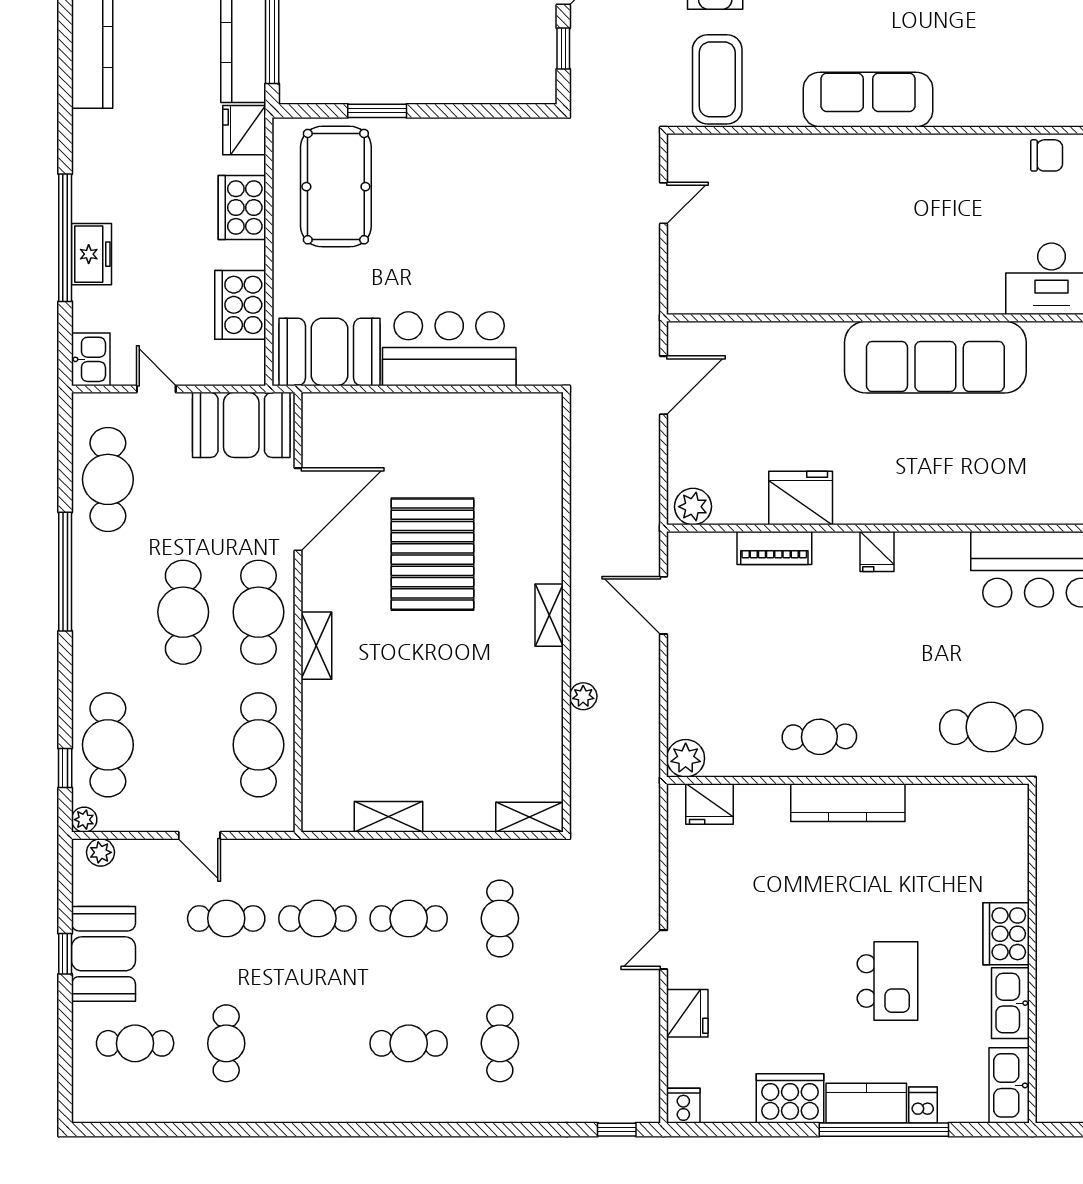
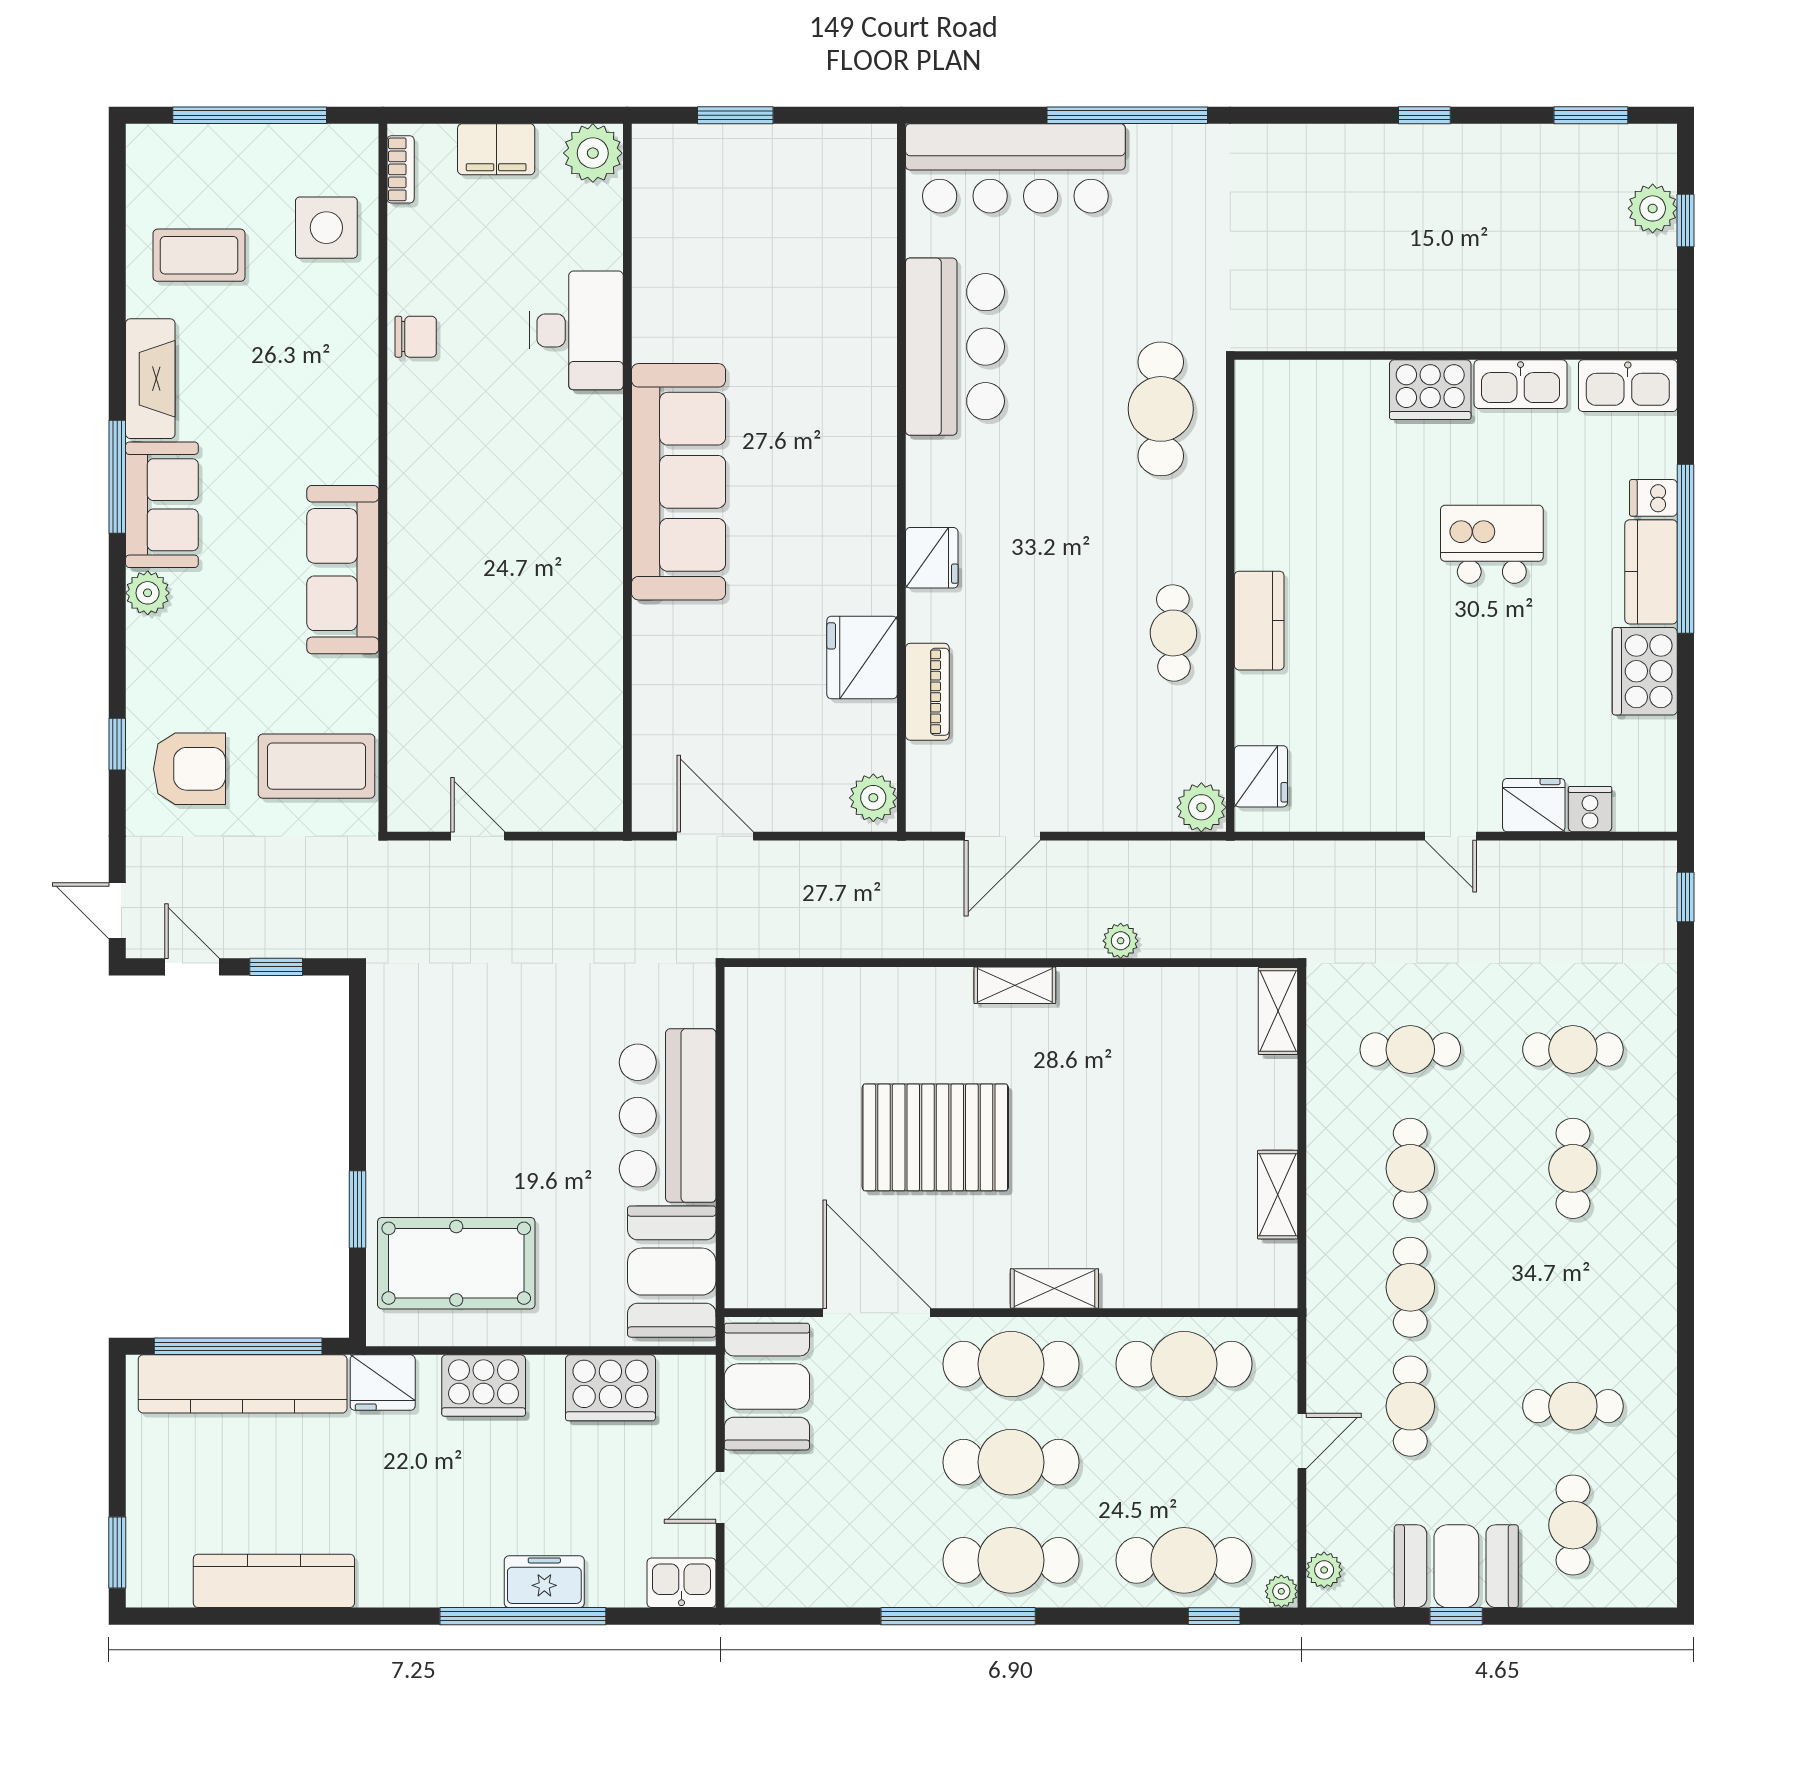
chair: (1047, 155) -> (416, 337), turned 90
cafe table: (108, 479) -> (1011, 1560), moved
fridge: (877, 551) -> (932, 558), width x1.38
kitchen counter: (848, 803) -> (1259, 621), width x0.67
cooker: (683, 1106) -> (1590, 809), moved, turned 90

